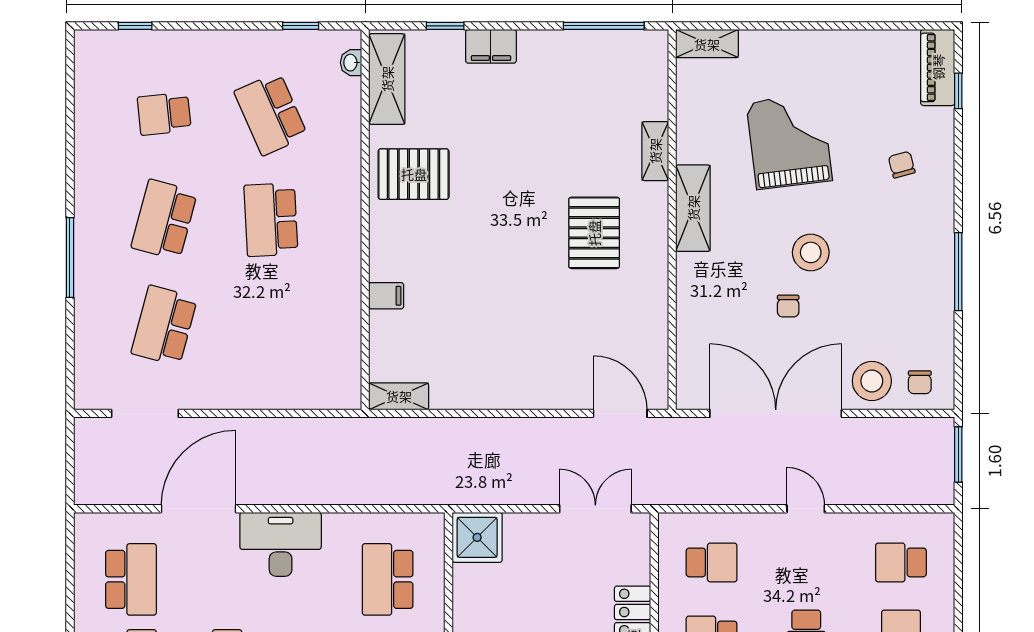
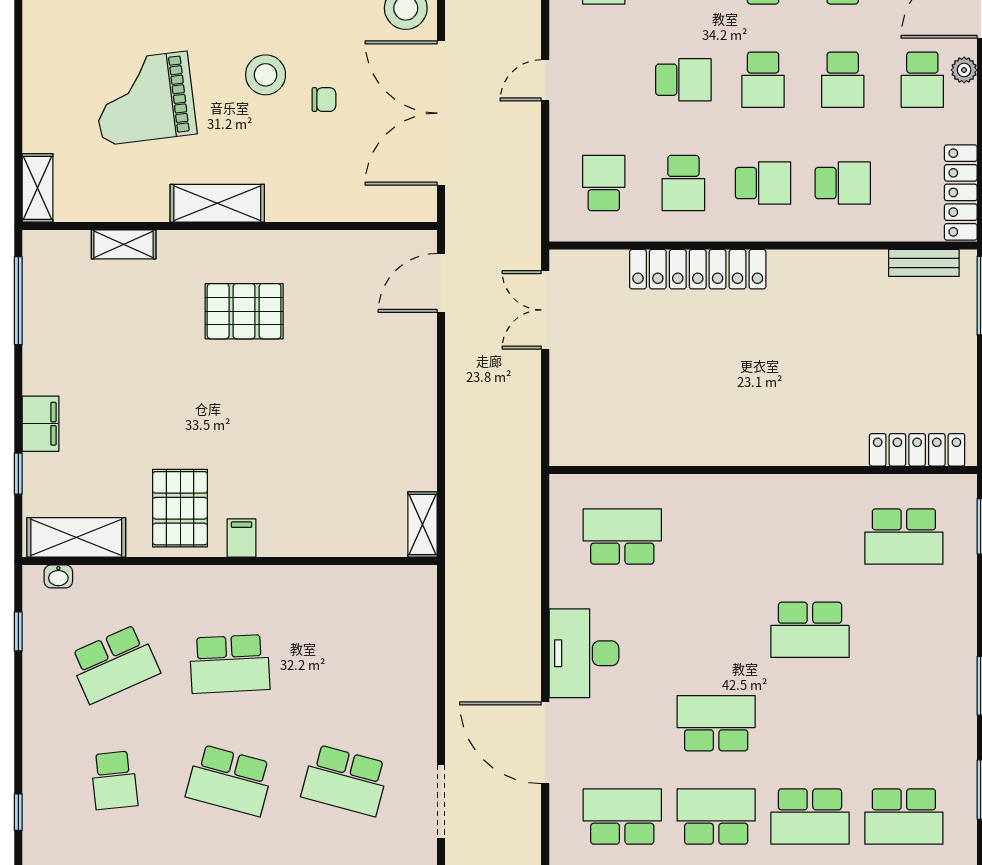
shelving: (655, 151) -> (124, 244), moved
filing cabinet: (386, 296) -> (241, 538), moved
shower: (477, 537) -> (576, 439), removed
school desk: (388, 579) -> (622, 537), turned 180

